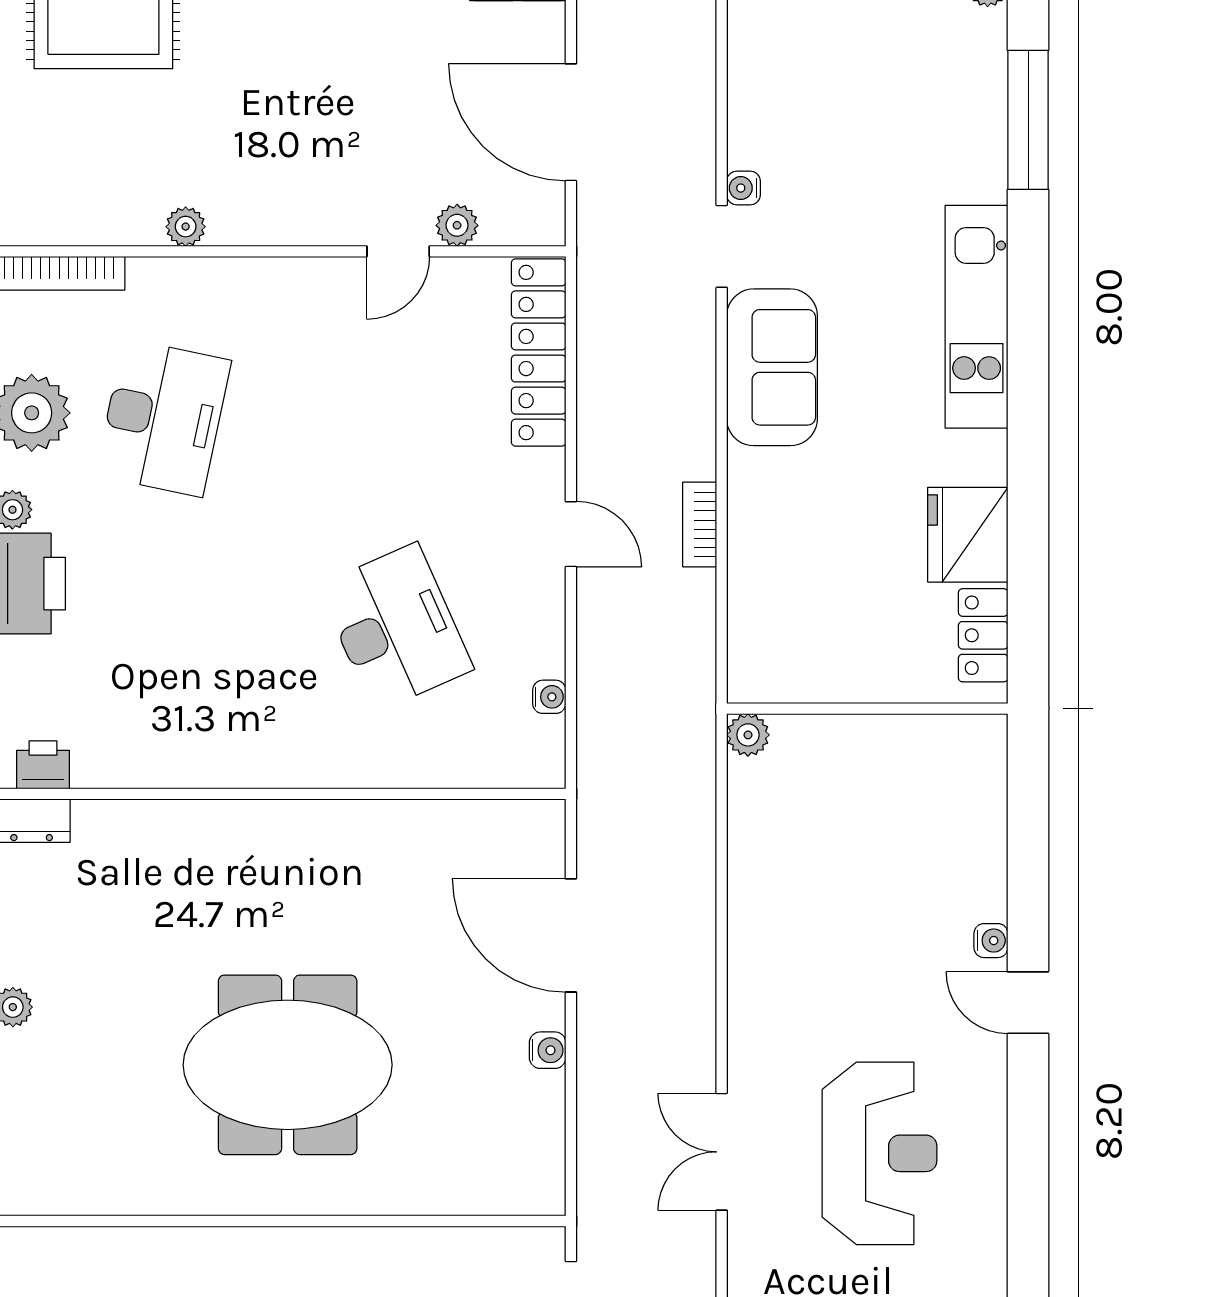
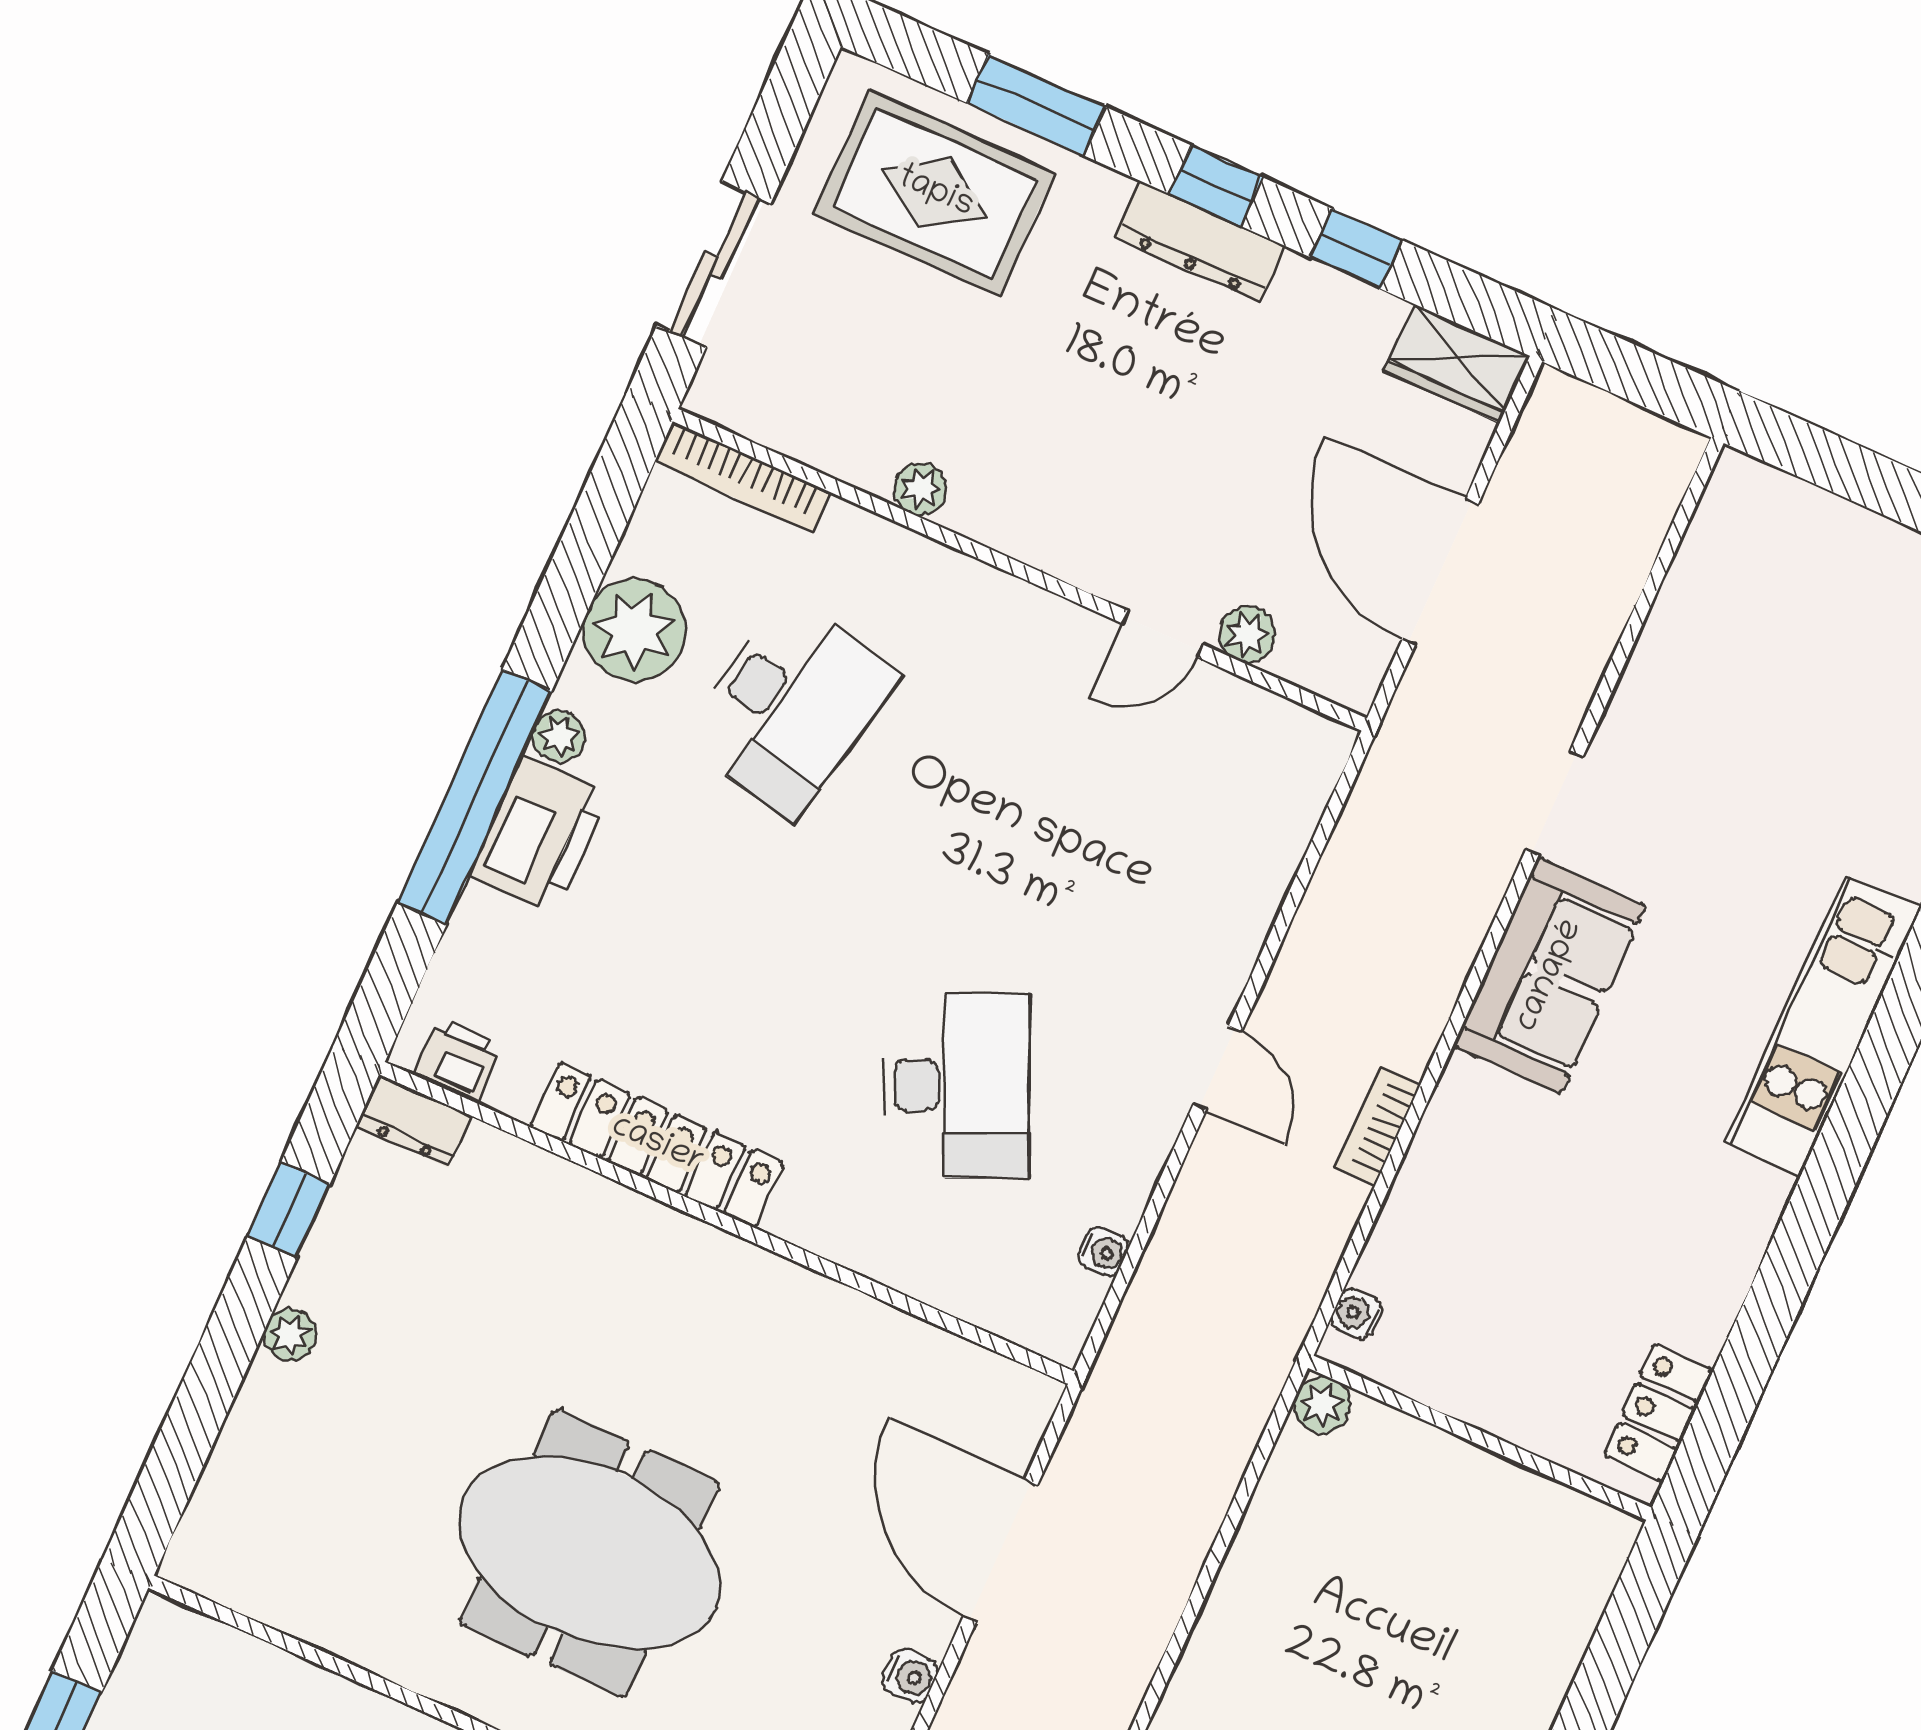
water cooler: (743, 188) -> (1356, 1314), moved
locker: (539, 352) -> (657, 1145), moved, turned 90
fridge: (968, 535) -> (1695, 1283), removed

